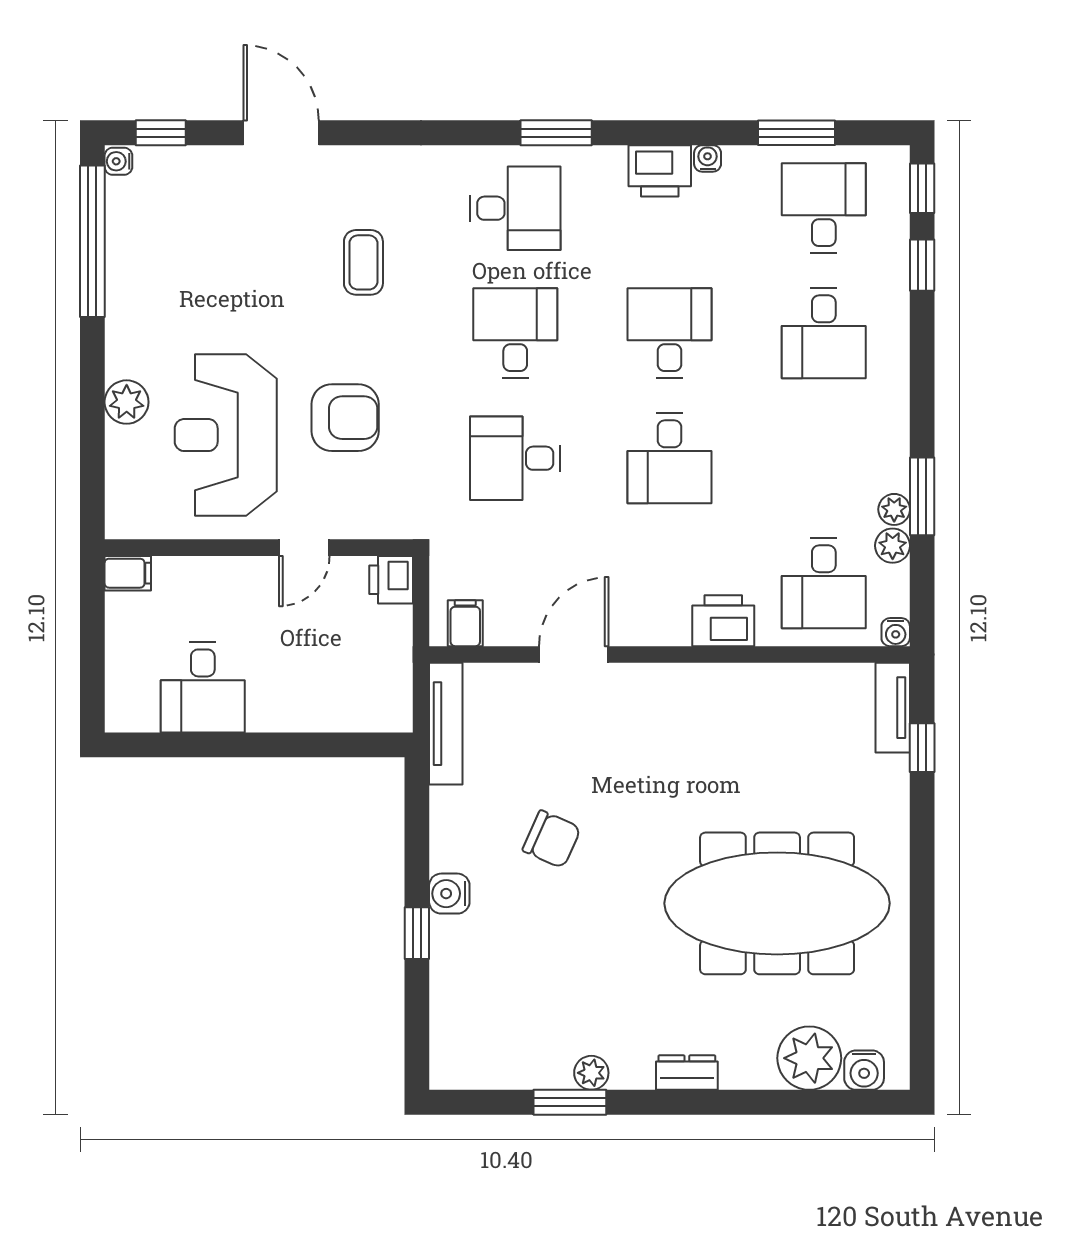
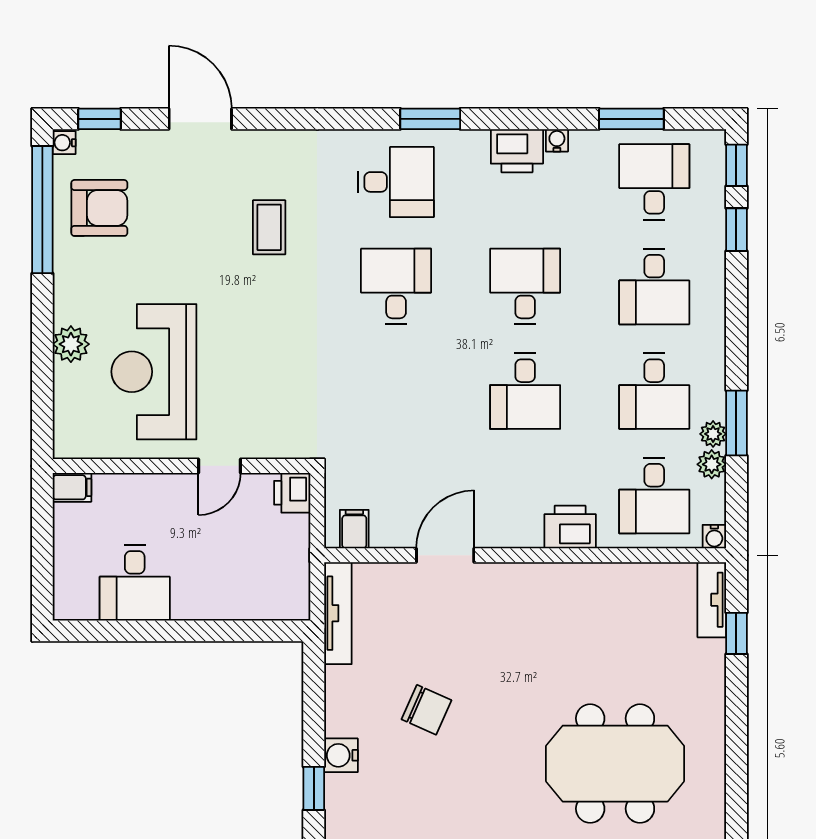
armchair: (345, 418) -> (99, 208), moved
desk: (515, 458) -> (654, 391), moved, turned -90
meeting table: (777, 903) -> (615, 764), width x0.73

